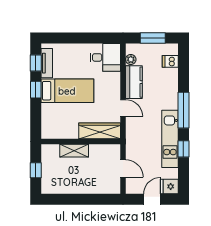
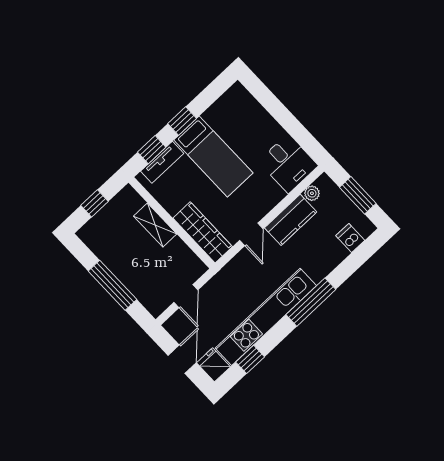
window: (36, 63) -> (152, 150), moved
tv unit: (47, 63) -> (162, 162), moved
kitchen unit: (170, 139) -> (266, 317), width x1.36
window: (183, 149) -> (250, 359), moved
window: (84, 199) -> (112, 285), added
door: (152, 199) -> (182, 359), hinge flipped

